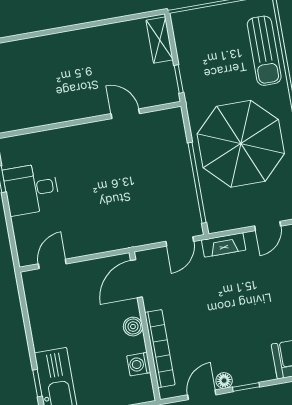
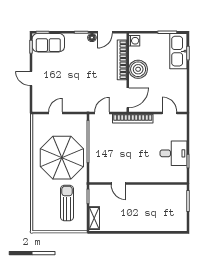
sun lounger: (264, 51) -> (67, 203), moved
bookcase: (120, 241) -> (133, 119), added
fireplace: (224, 245) -> (80, 107), removed
door: (52, 264) -> (170, 113), swing flipped
boiler: (133, 327) -> (138, 69), width x1.86, depth x1.86
washing machine: (139, 364) -> (134, 41), moved

